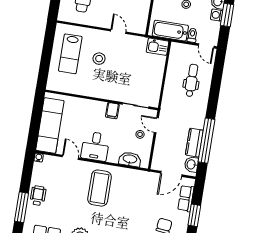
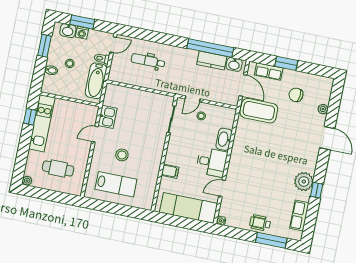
kitchen sink: (158, 47) -> (108, 117), moved
filing cabinet: (112, 111) -> (170, 171), moved
washbasin: (130, 159) -> (224, 139), moved
coffee table: (100, 188) -> (259, 111), moved

